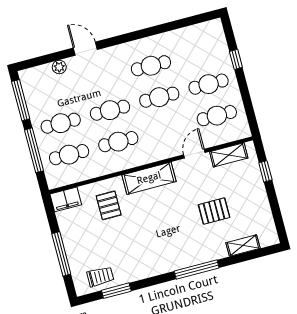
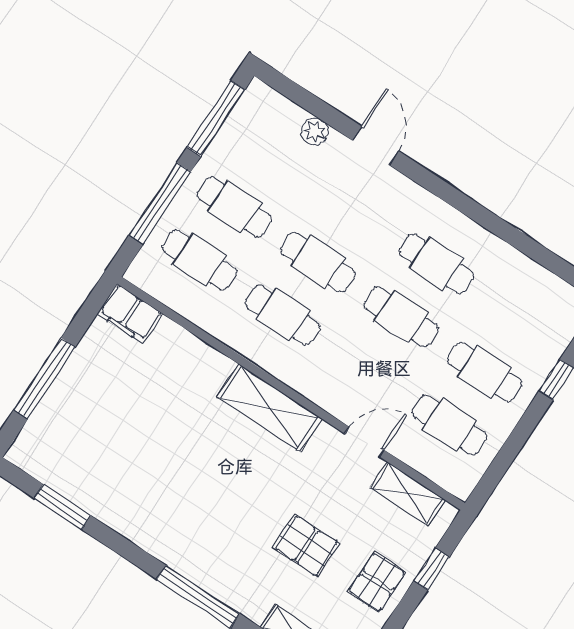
pallet: (109, 205) -> (377, 582), moved
trolley: (100, 277) -> (62, 465), removed

